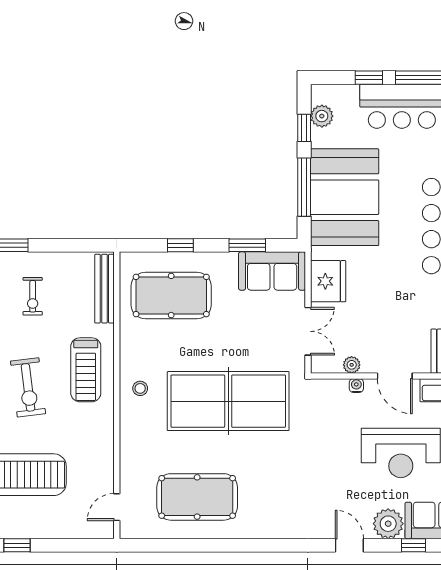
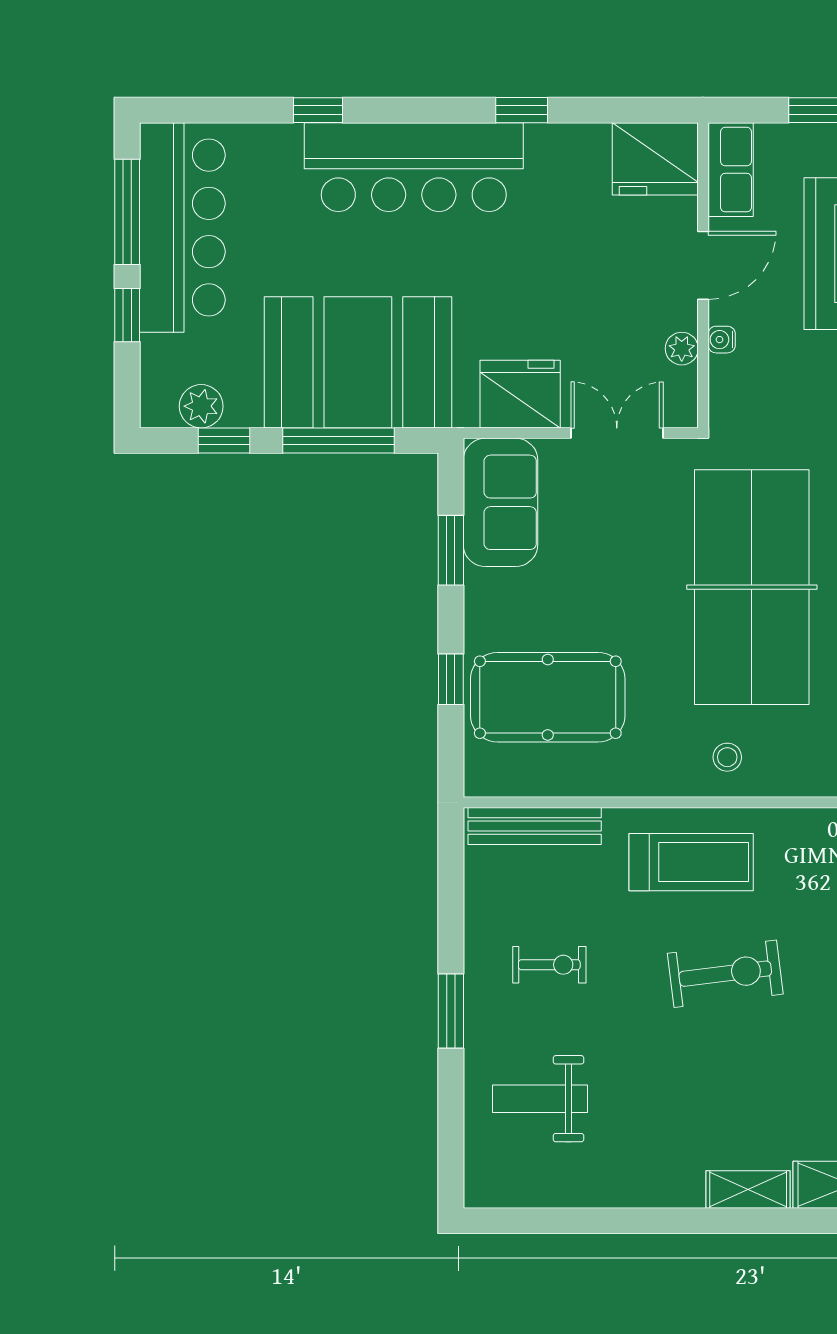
pool table: (171, 295) -> (548, 697), turned 90

